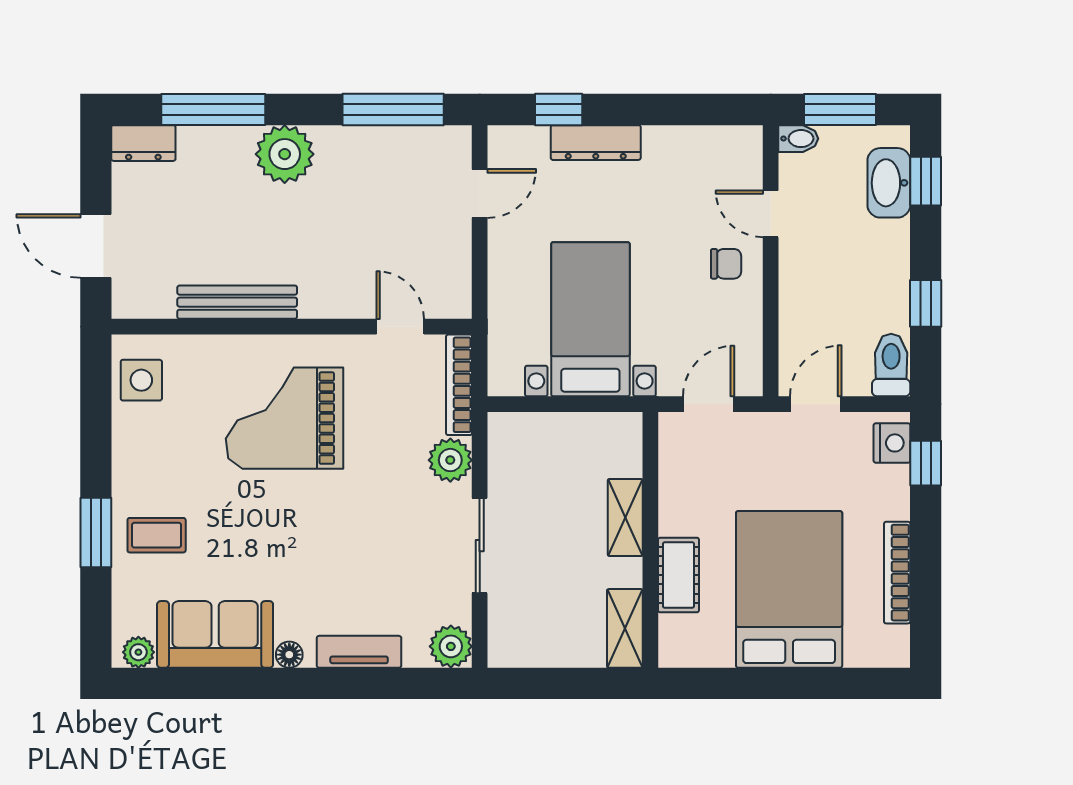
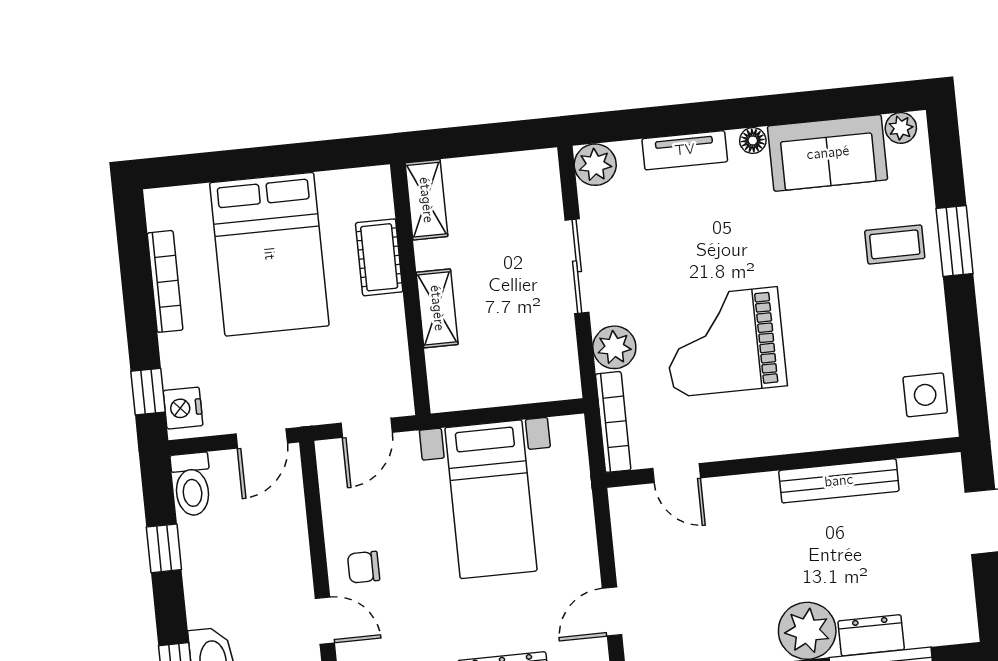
dresser: (143, 143) -> (871, 635), moved
grand piano: (285, 418) -> (725, 342), moved, turned 180

